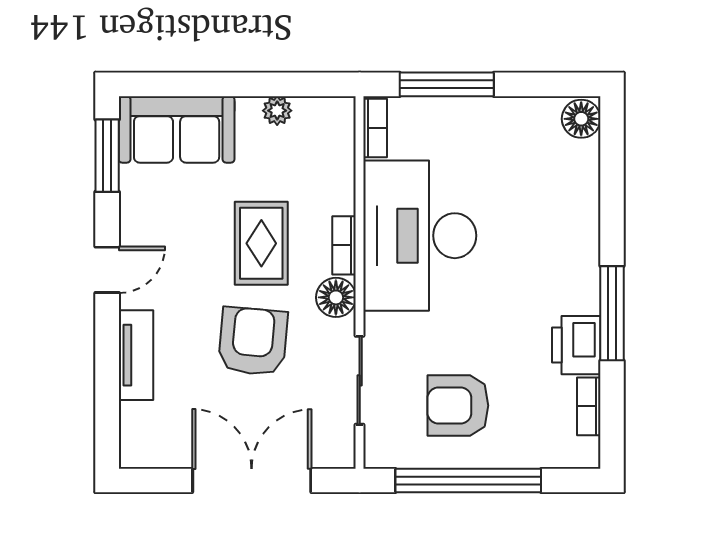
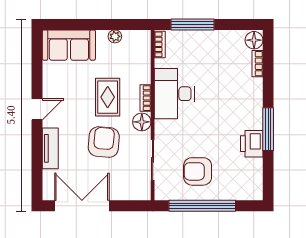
window: (107, 156) -> (37, 57), removed
desk: (420, 236) -> (174, 94), width x0.73, depth x0.77
bookcase: (589, 406) -> (257, 64), moved
double door: (252, 481) -> (82, 206), moved

